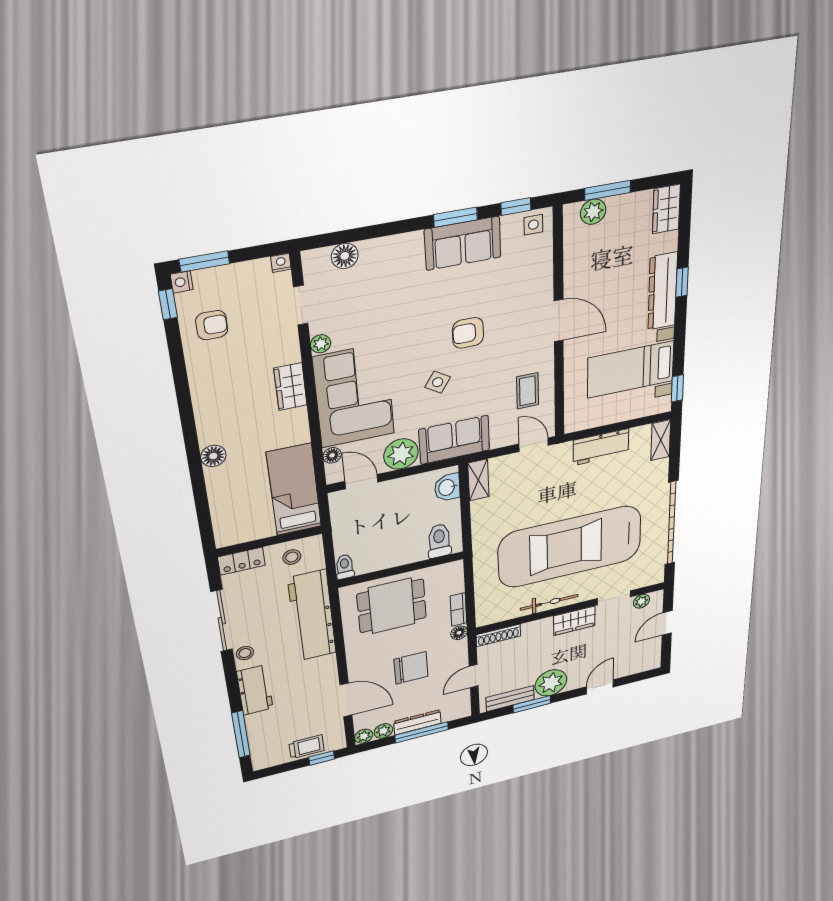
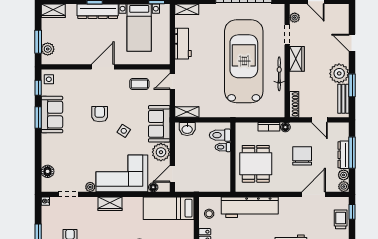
armchair: (468, 333) -> (100, 114), turned 180
car: (570, 547) -> (244, 61), turned 180
toilet: (345, 567) -> (223, 147), moved

